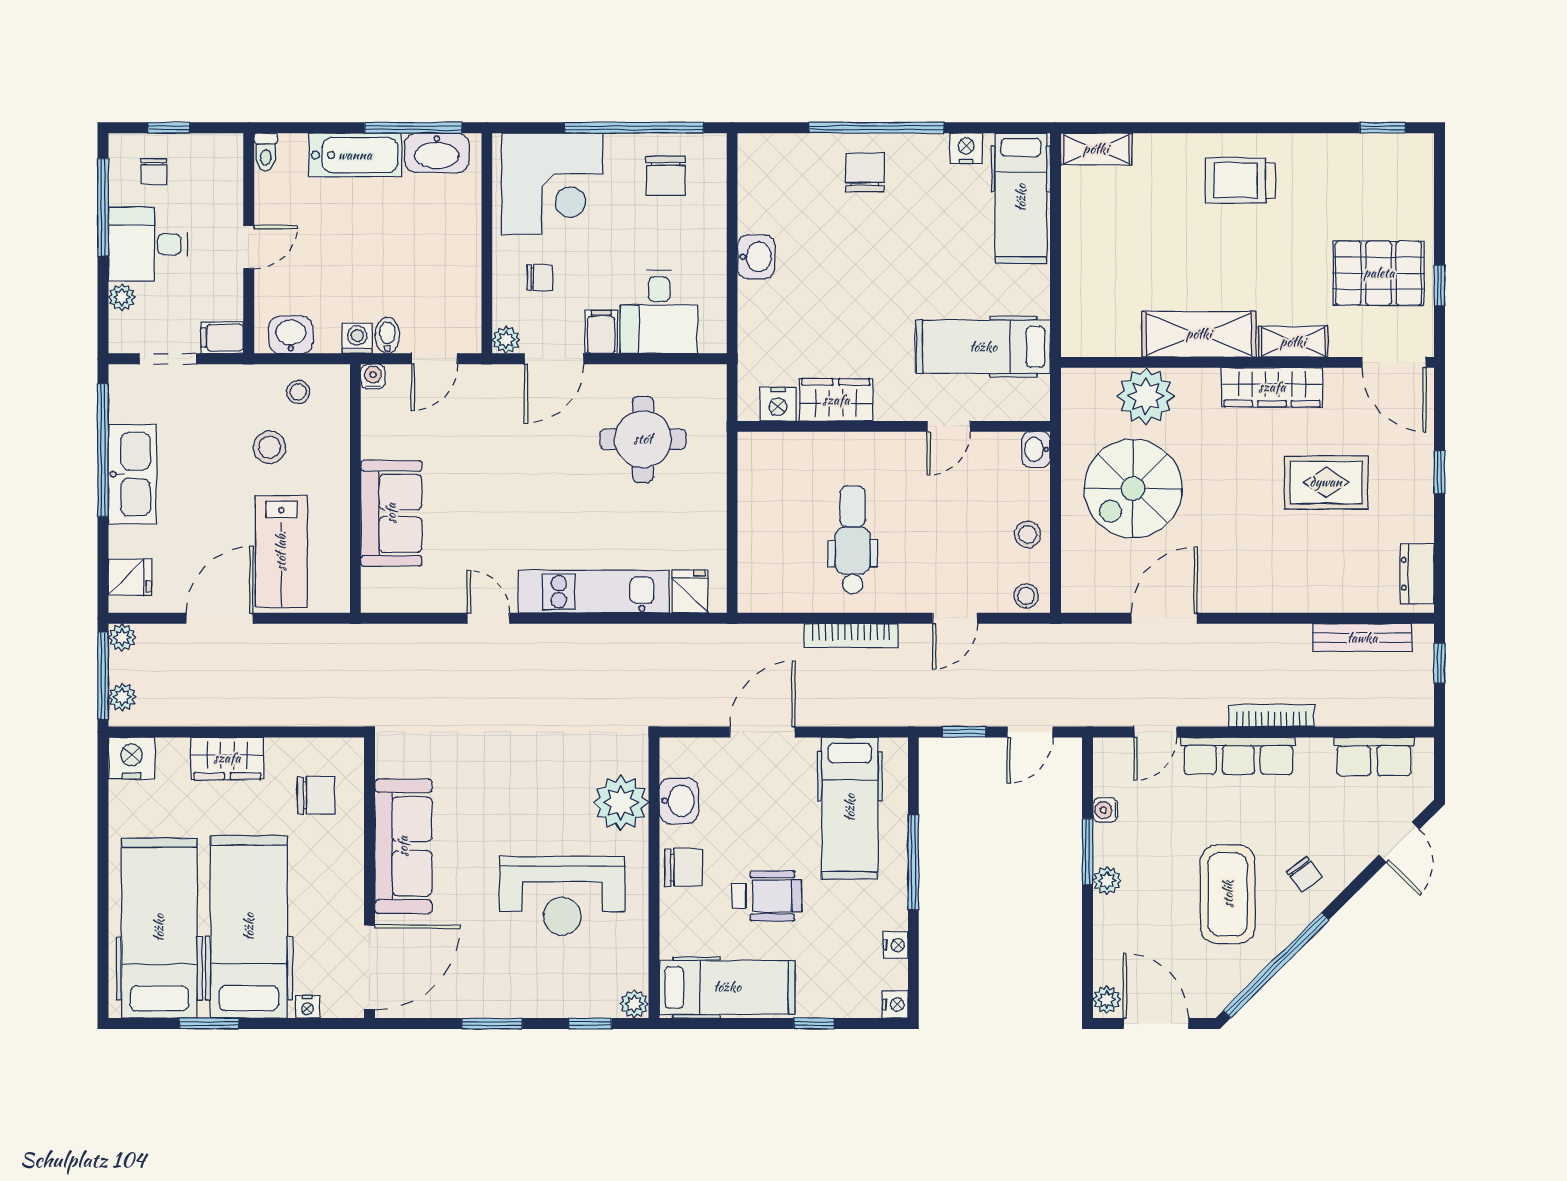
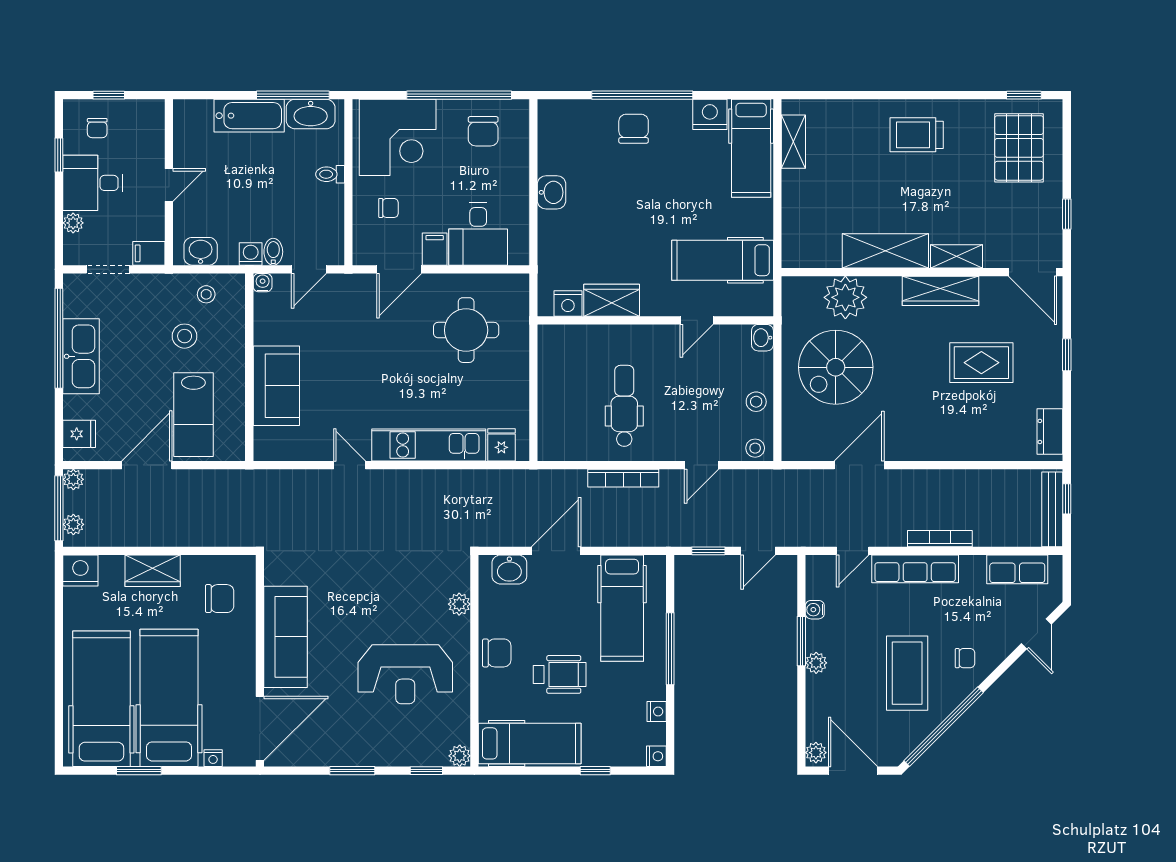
nightstand: (966, 148) -> (710, 114), width x1.36, depth x1.33
shelving: (1096, 149) -> (793, 142), moved, turned 90
toilet: (266, 152) -> (330, 174), moved, turned 90
window: (103, 207) -> (59, 155), width x0.46
pallet: (1379, 273) -> (1019, 148), moved, turned 90
plant: (506, 340) -> (363, 255), removed
bench: (1362, 638) -> (1052, 509), moved, turned 90
washbasin: (679, 801) -> (509, 569), moved, turned 90
plant: (621, 803) -> (459, 604), width x0.53, depth x0.53
chair: (1305, 874) -> (965, 658), turned -53

